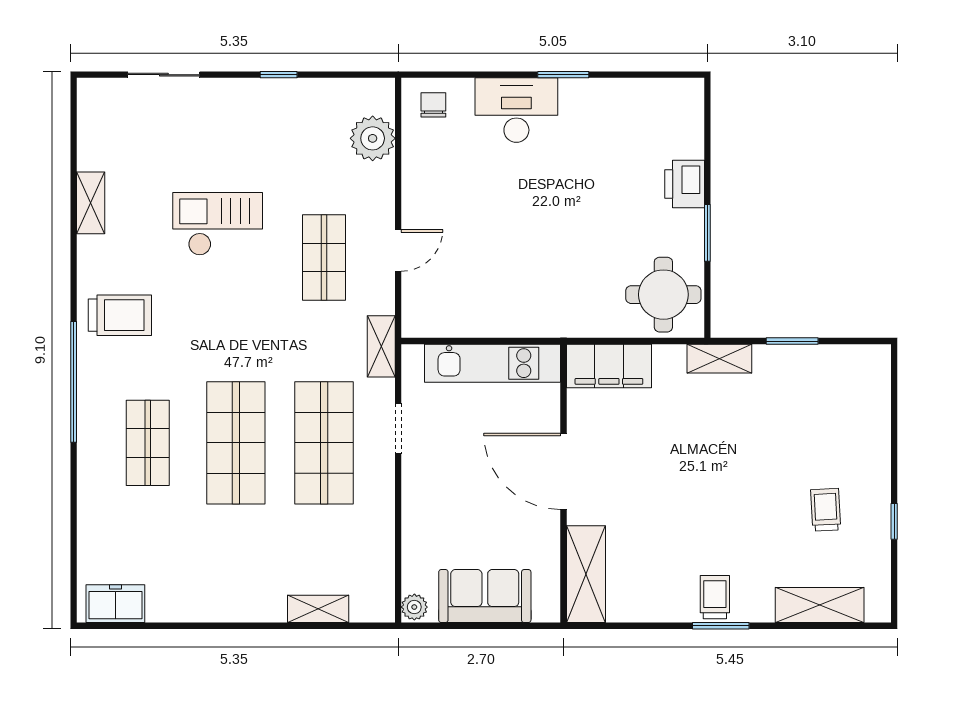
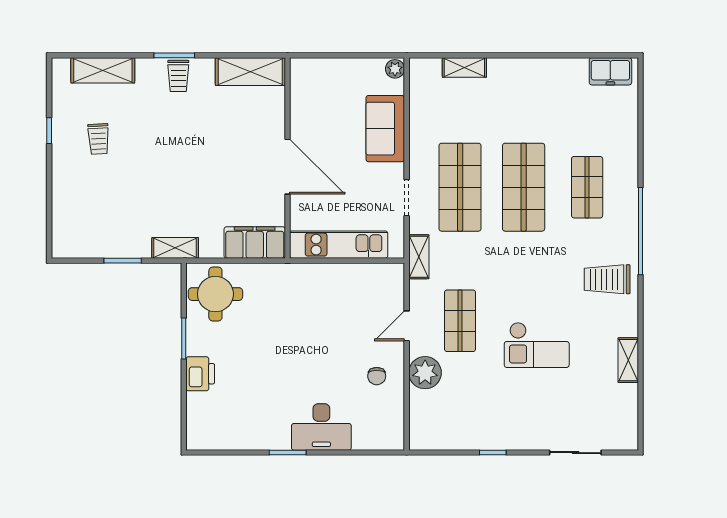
chair: (433, 105) -> (377, 376), moved
plant: (373, 138) -> (425, 373), moved
shelving: (586, 574) -> (250, 72), moved, turned 90
sofa: (485, 596) -> (385, 129), moved, turned 90

